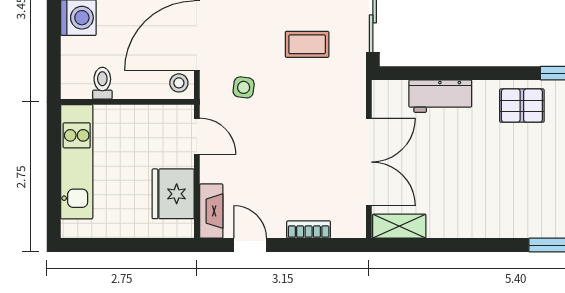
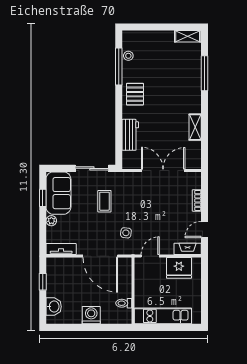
stool: (179, 83) -> (124, 265), removed
shelving: (399, 226) -> (195, 127), moved

